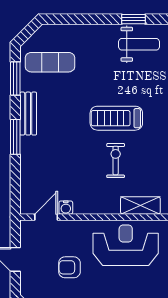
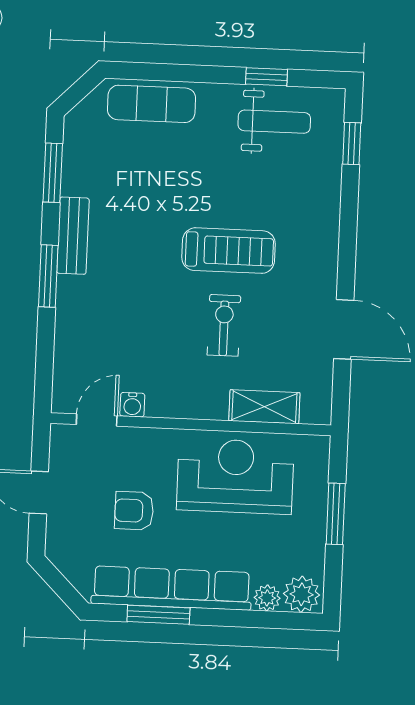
exercise mat: (50, 62) -> (152, 104), moved
treadmill: (116, 118) -> (229, 251), turned 180

